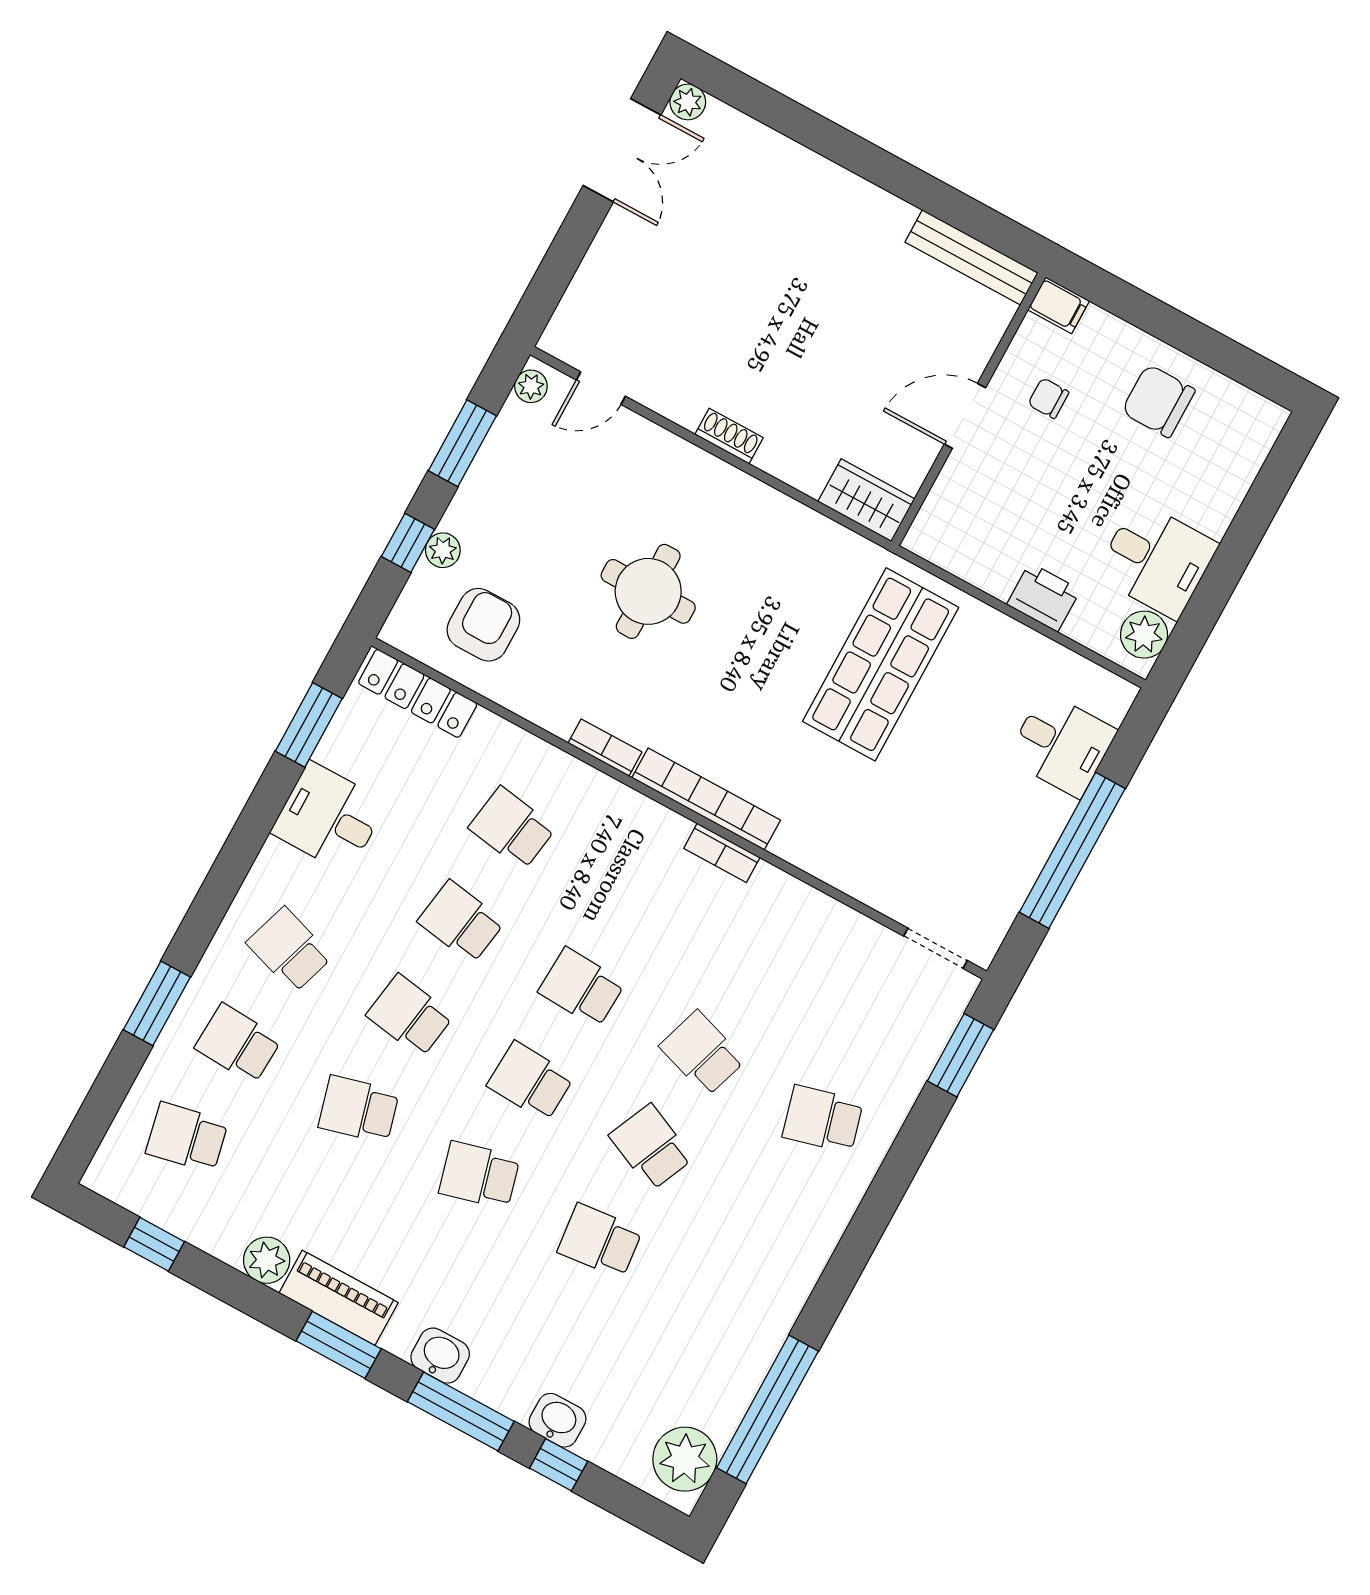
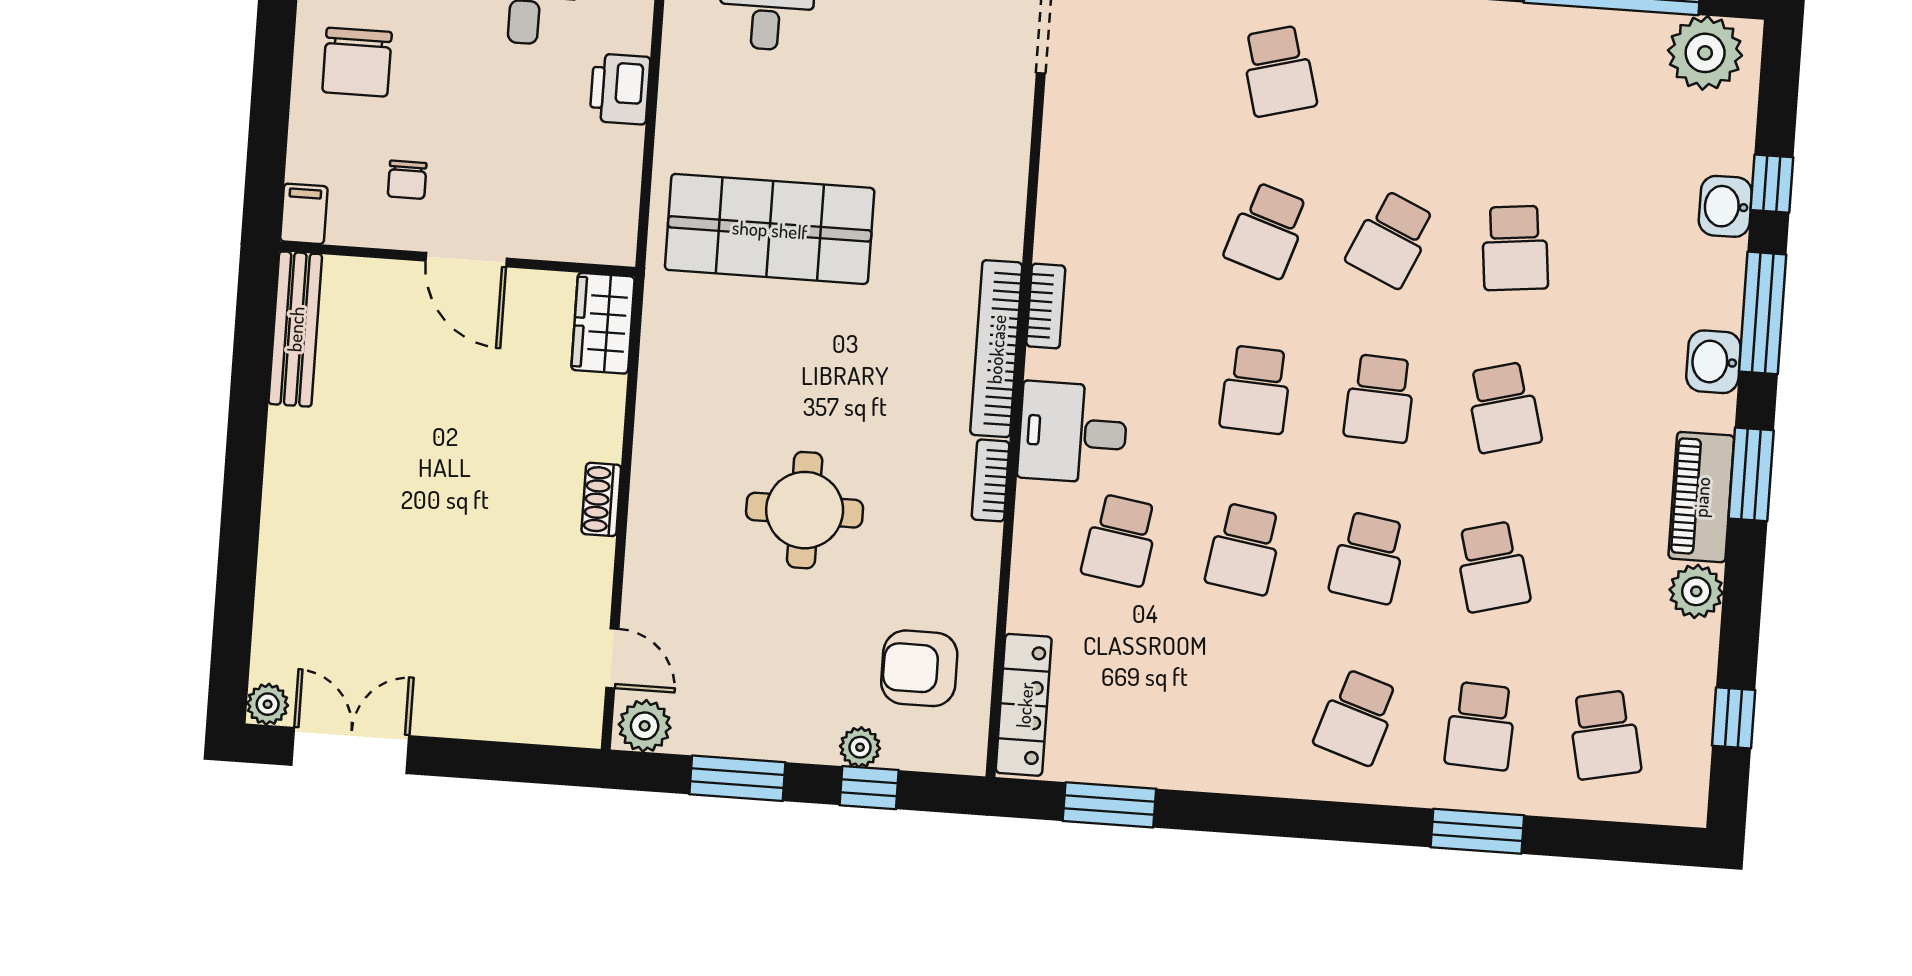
plant: (531, 386) -> (645, 726), width x1.38, depth x1.38
desk: (329, 818) -> (1073, 433), moved, turned 90

